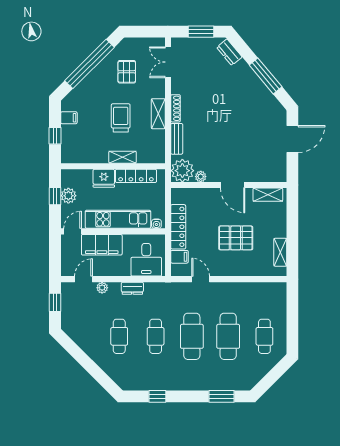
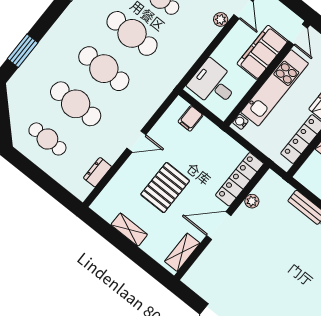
plant: (182, 171) -> (272, 188), removed
locker: (178, 227) -> (239, 179), moved, turned 90
shelving: (280, 252) -> (129, 230), moved
door: (201, 279) -> (136, 141), moved
dresser: (132, 288) -> (97, 172), moved
cafe table: (156, 336) -> (132, 33), width x1.37, depth x1.35

